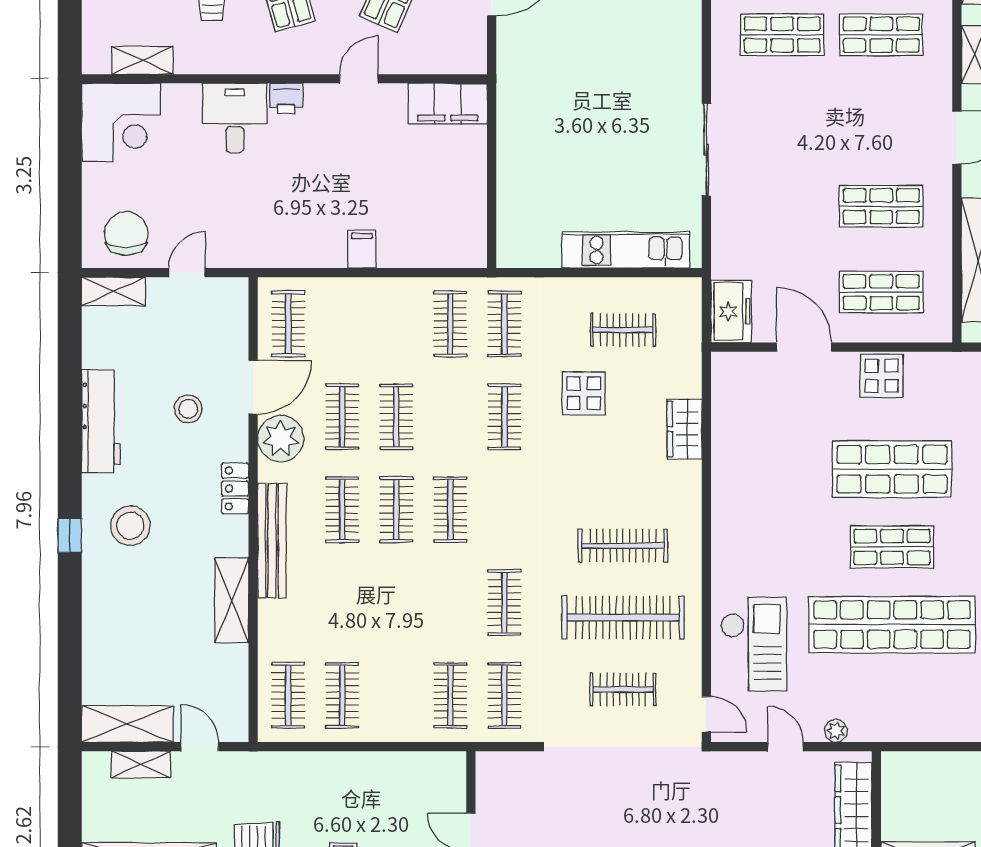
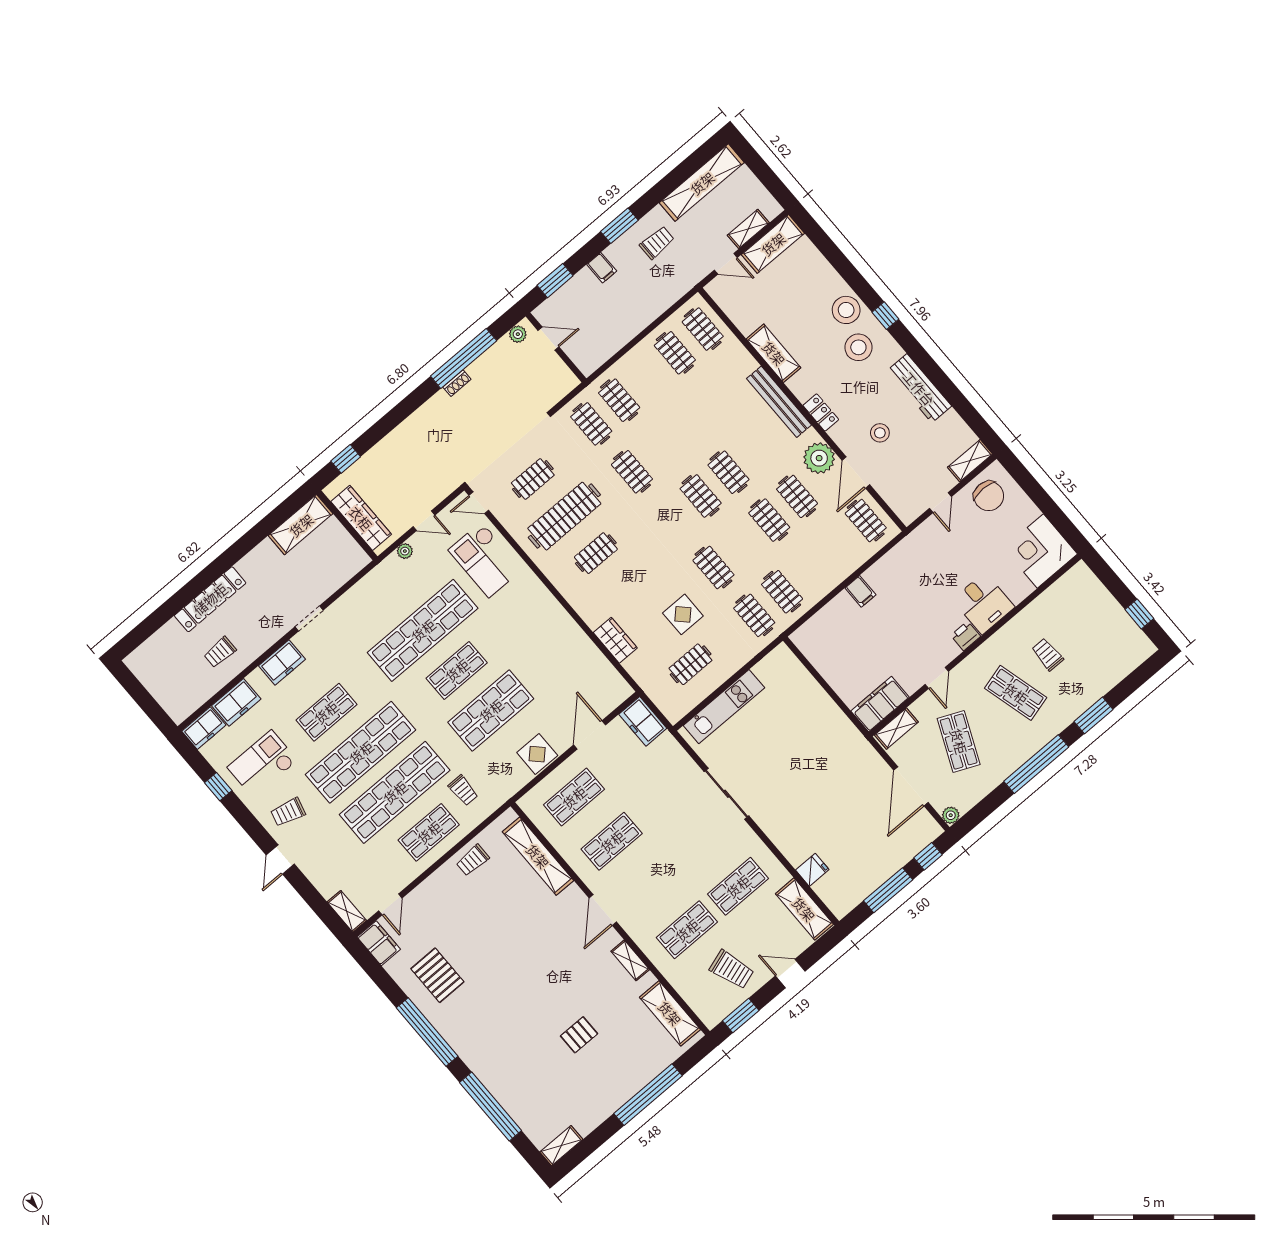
shelving: (142, 60) -> (896, 729), moved
door: (804, 347) -> (590, 735), swing flipped
clothes rail: (342, 510) -> (756, 449), removed
clothes rail: (623, 546) -> (596, 553), width x0.73
stool: (108, 580) -> (846, 310), added

